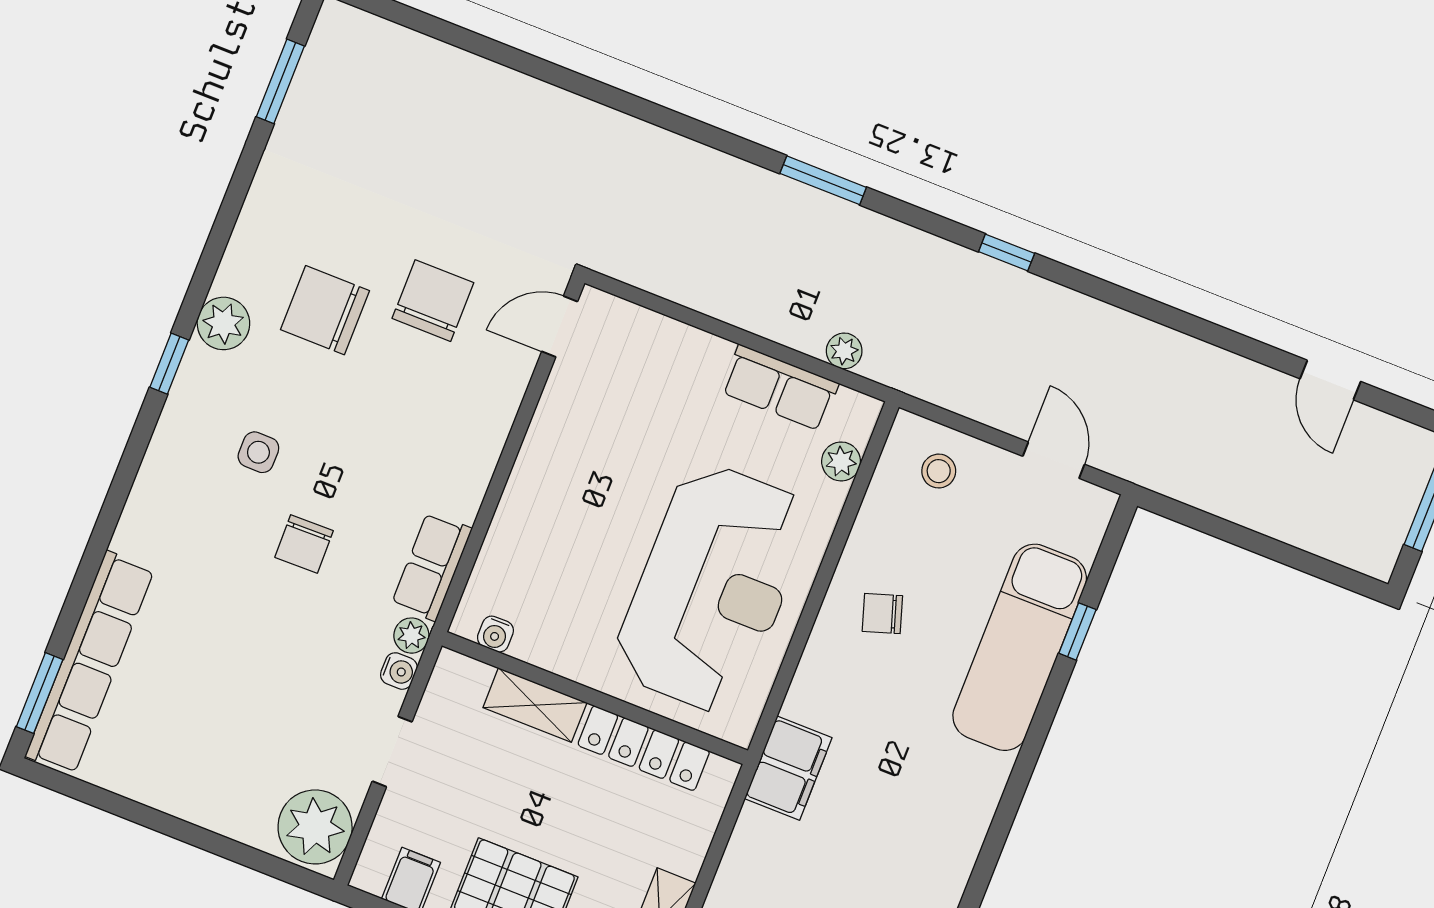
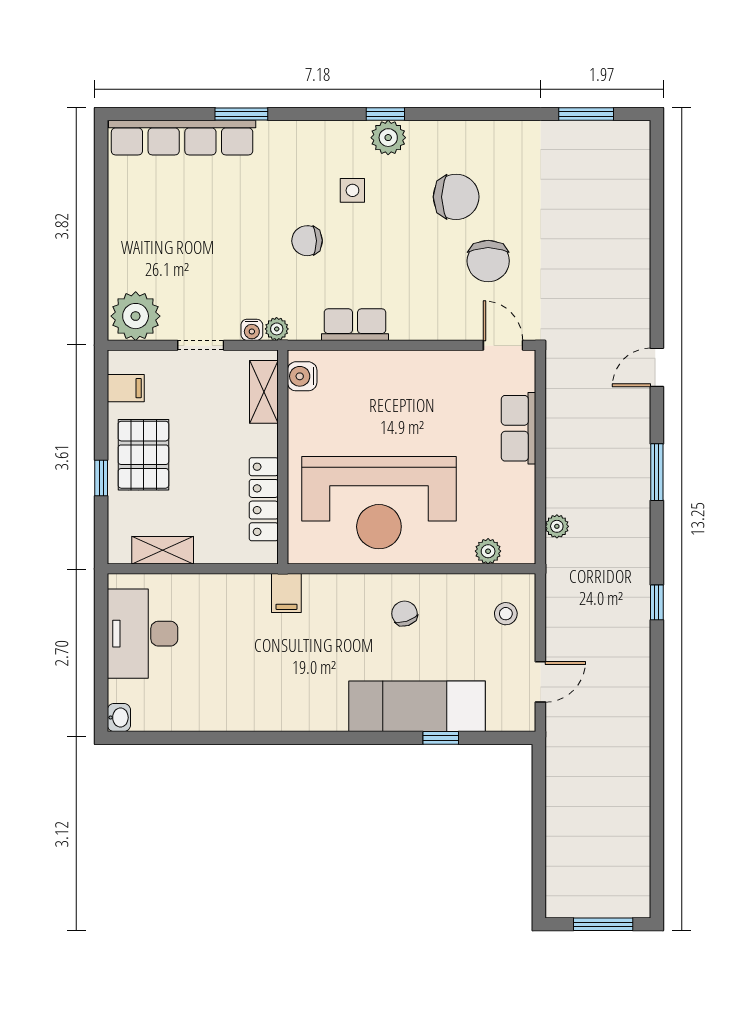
chair: (433, 301) -> (488, 261), turned 90
chair: (325, 310) -> (456, 197), turned 90
plant: (223, 323) -> (388, 138), moved
door: (1330, 380) -> (657, 367), moved
row of seats: (780, 388) -> (519, 428), moved
row of seats: (432, 566) -> (355, 325), moved
water cooler: (495, 634) -> (302, 376), width x1.38, depth x1.38
window: (40, 693) -> (241, 114), moved
shelving: (535, 705) -> (264, 392), moved
filing cabinet: (788, 768) -> (286, 593), width x0.50

